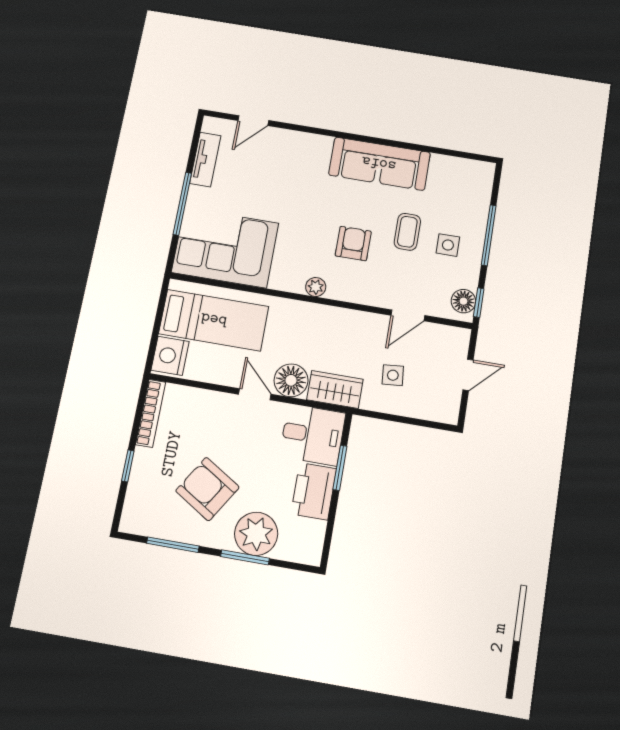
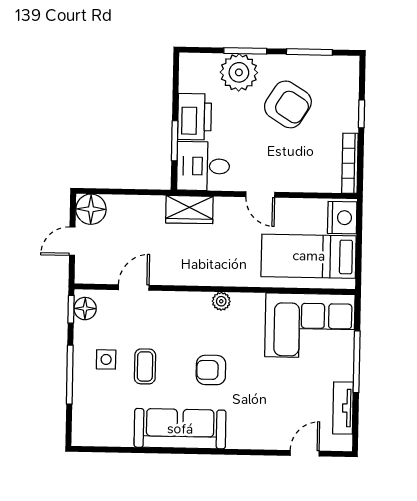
armchair: (353, 243) -> (211, 370), moved, turned 90
side table: (393, 375) -> (140, 230), removed
floor lamp: (291, 380) -> (91, 209), moved

